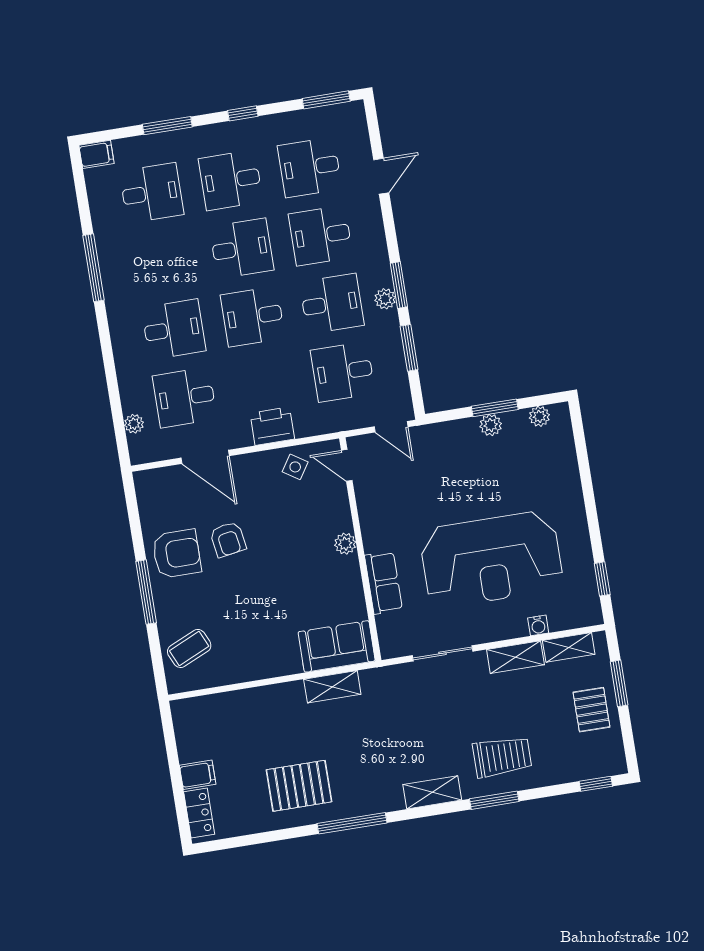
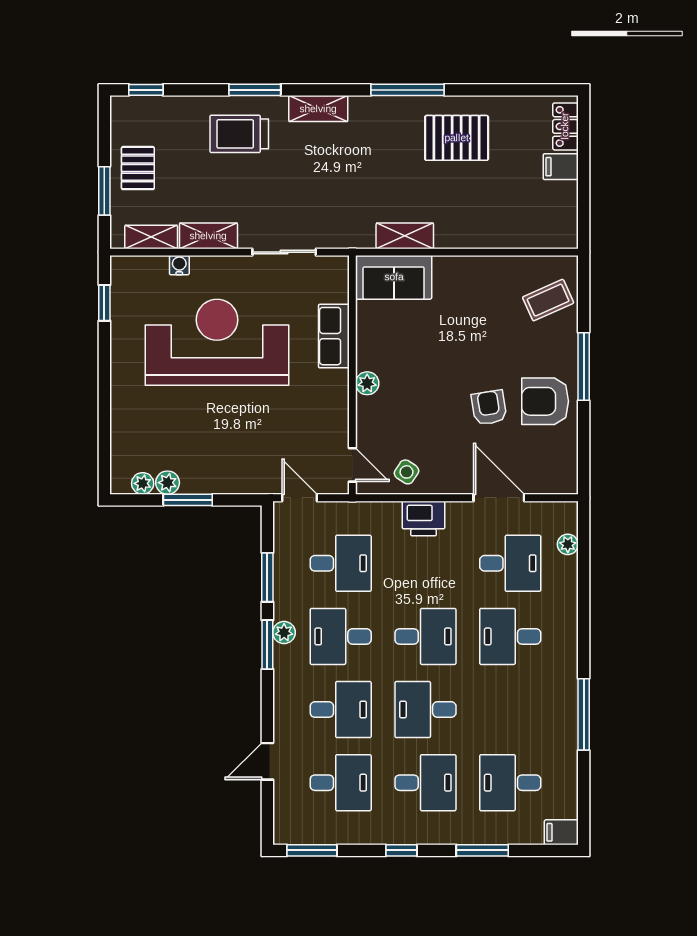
plant: (491, 425) -> (168, 483), moved

